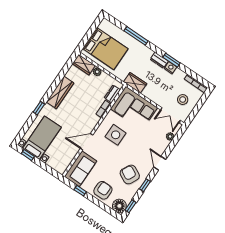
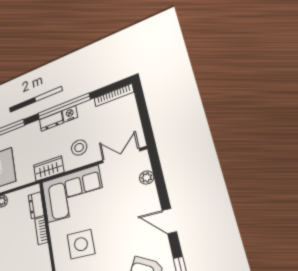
window: (172, 60) -> (64, 107), width x2.11
stool: (183, 100) -> (79, 148), moved
double door: (170, 115) -> (121, 156), swing flipped

